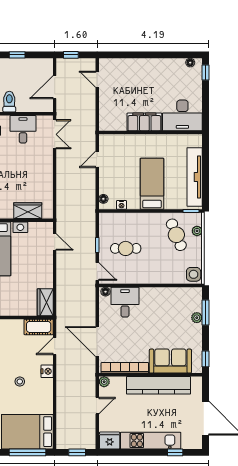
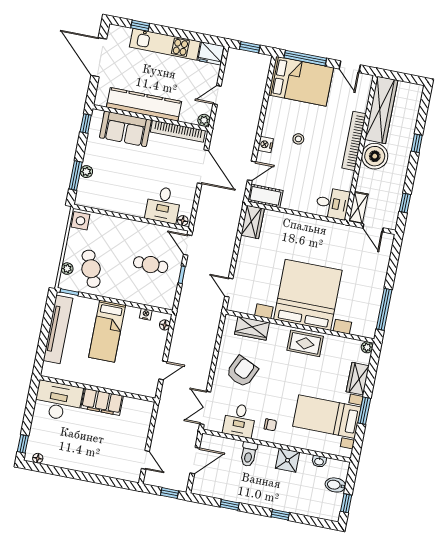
armchair: (29, 172) -> (242, 371), added

